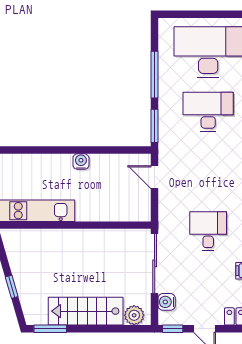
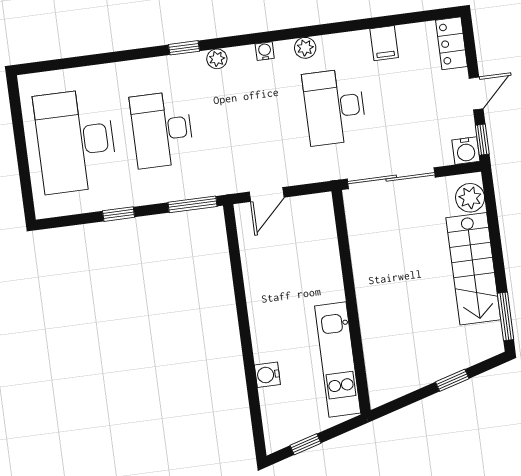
window: (155, 75) -> (119, 214), width x0.46
water cooler: (81, 162) -> (267, 375), moved
desk: (208, 231) -> (335, 107), width x1.37
water cooler: (167, 302) -> (466, 151), moved

